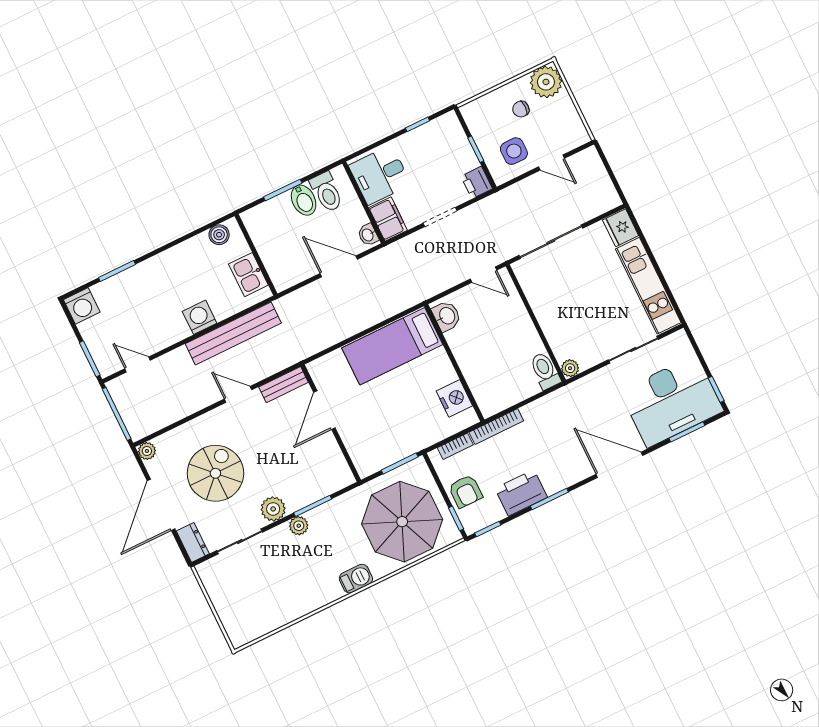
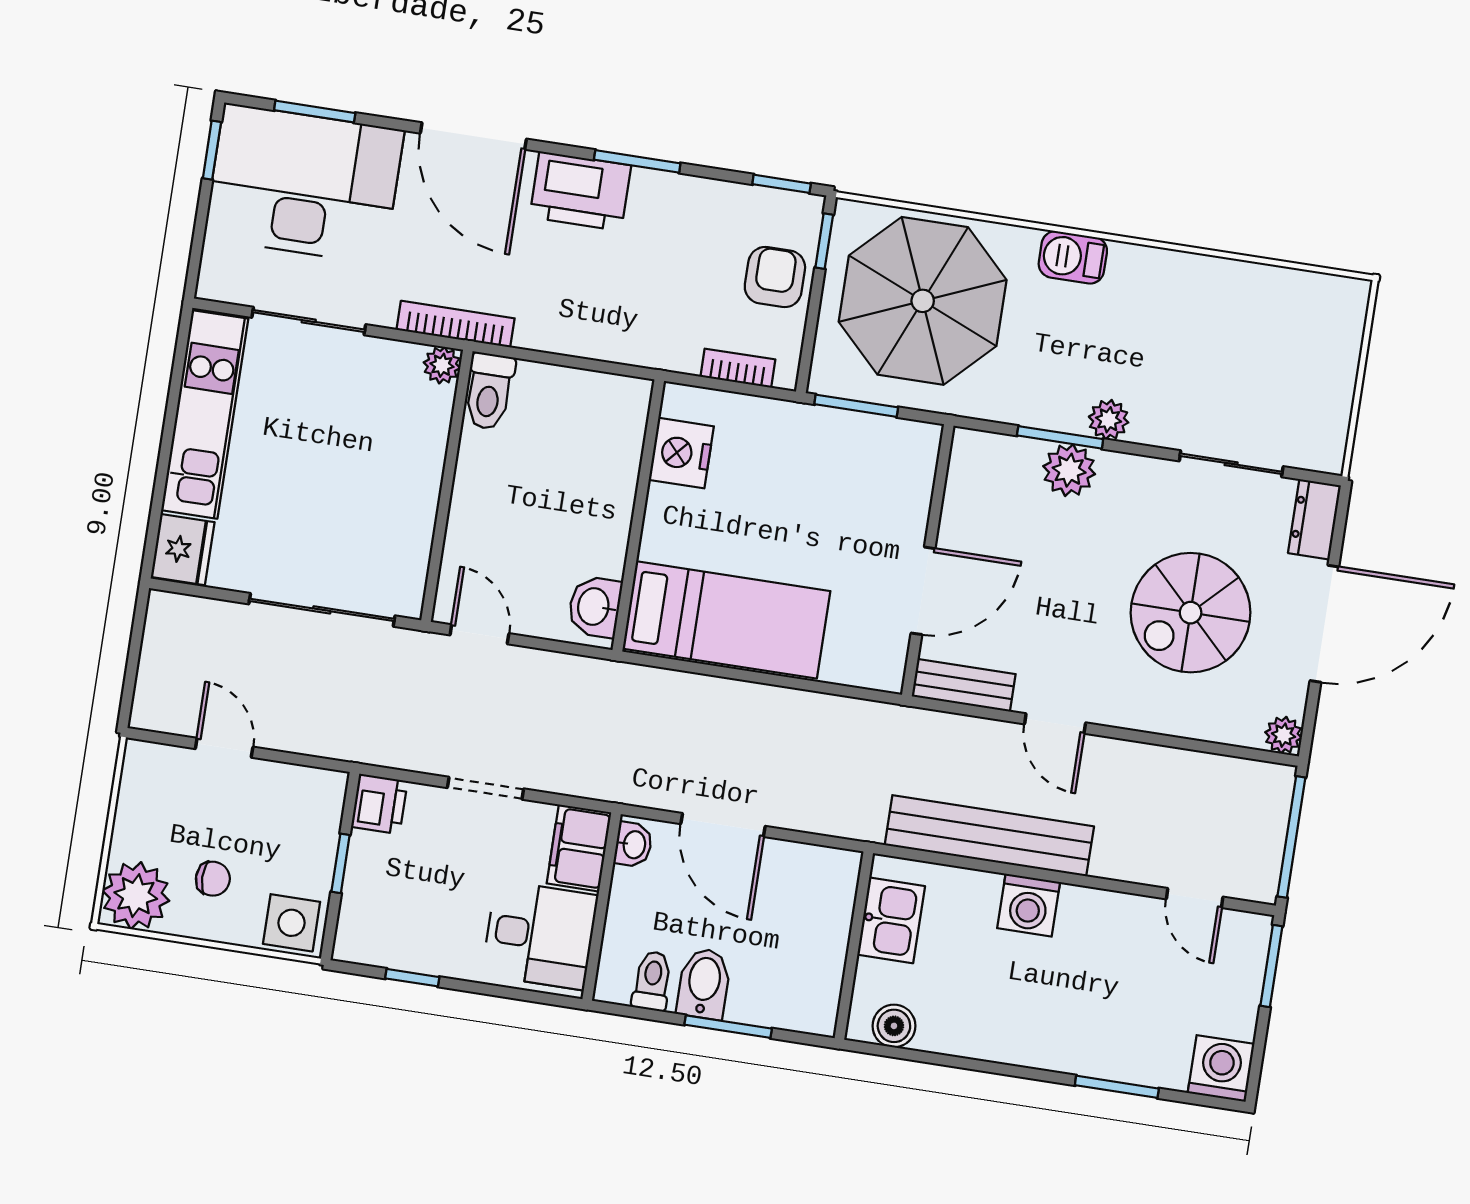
side table: (514, 151) -> (292, 923), moved
toilet: (327, 192) -> (652, 981), width x0.73, depth x0.72
bookcase: (496, 426) -> (456, 324), moved
printer: (521, 493) -> (580, 191), moved
plant: (273, 509) -> (1069, 470), moved

